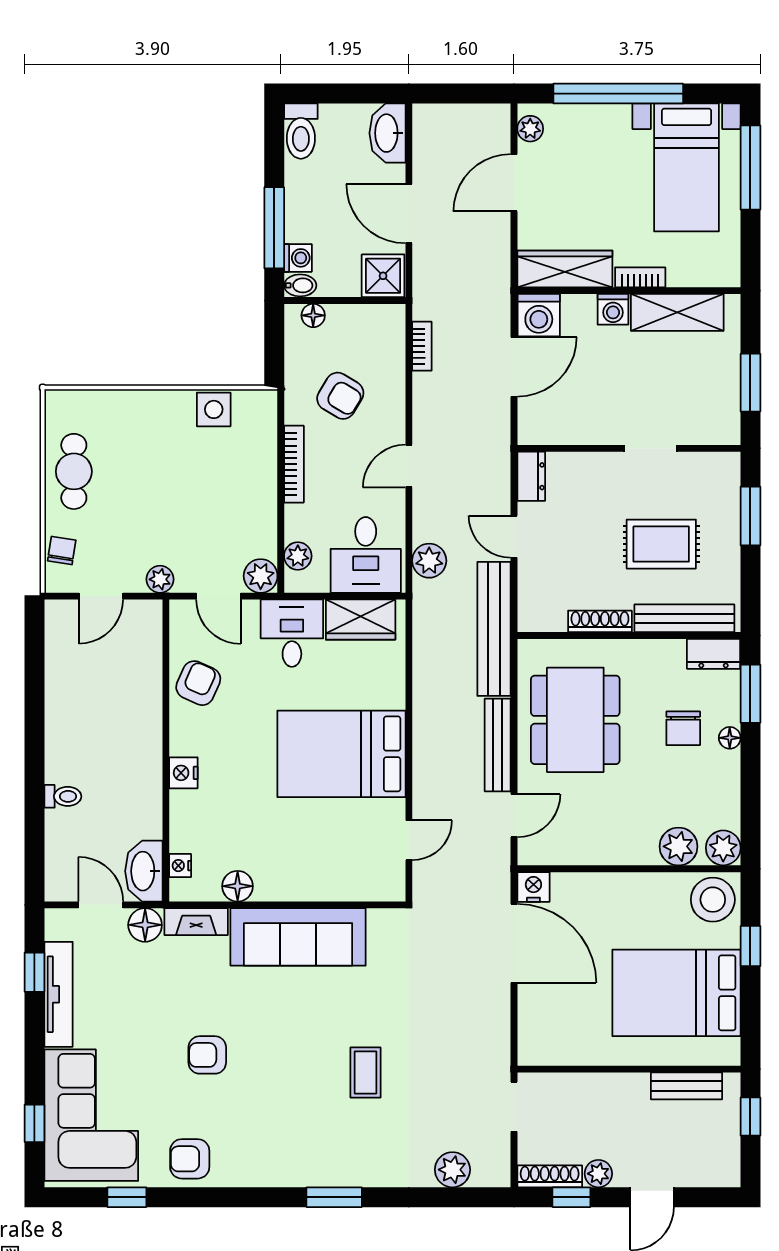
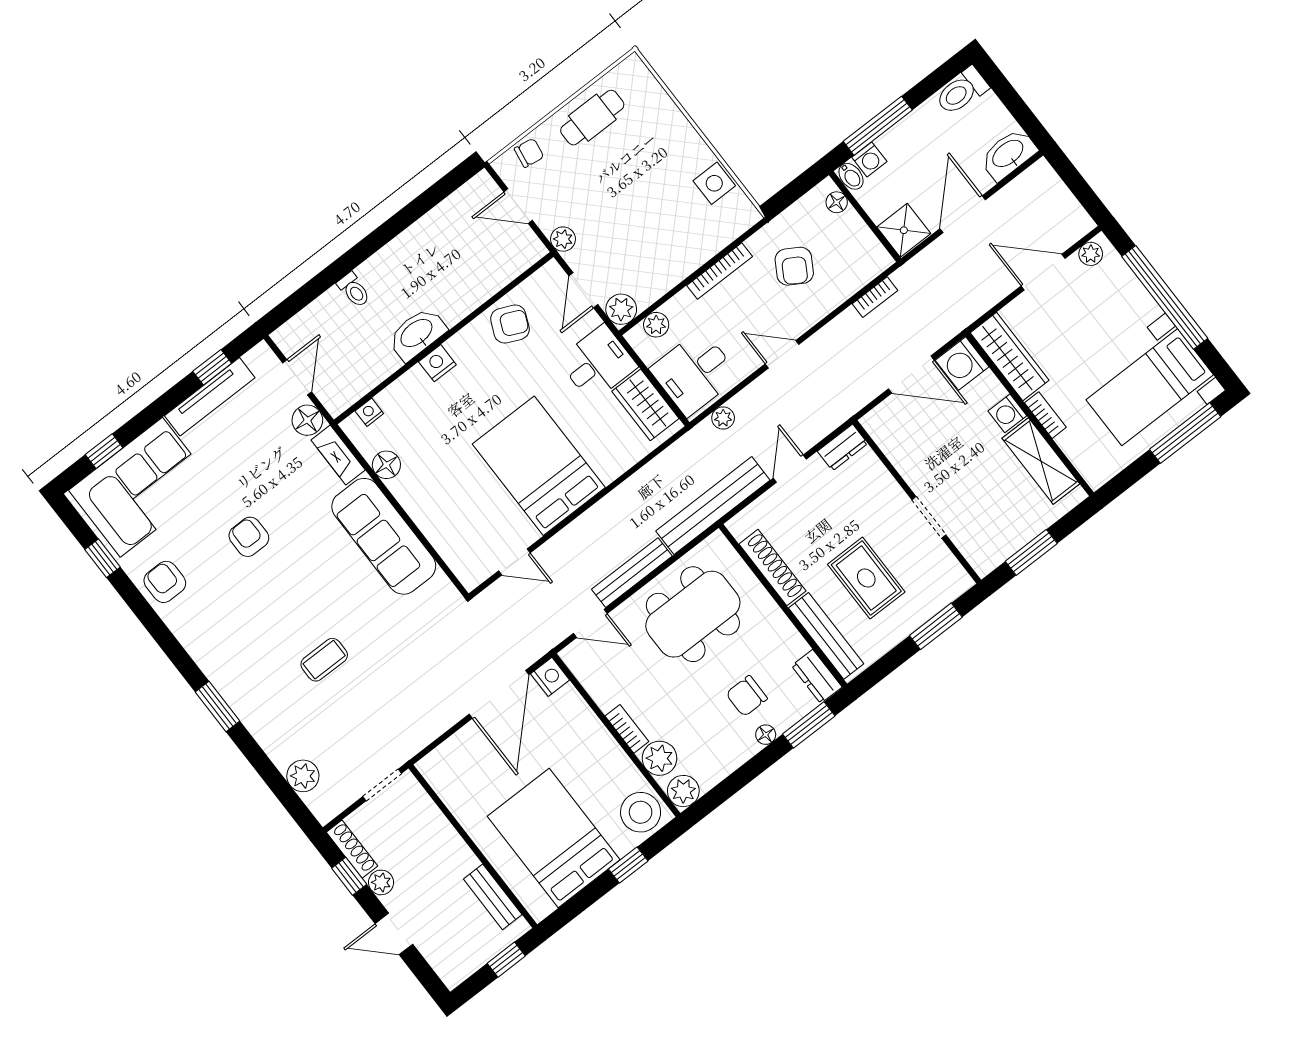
plant: (429, 561) -> (723, 418), width x0.73, depth x0.73
shoe rack: (600, 621) -> (772, 568), width x1.36, depth x1.24
bookcase: (631, 855) -> (627, 729), added
washbasin: (144, 871) -> (417, 334), moved

